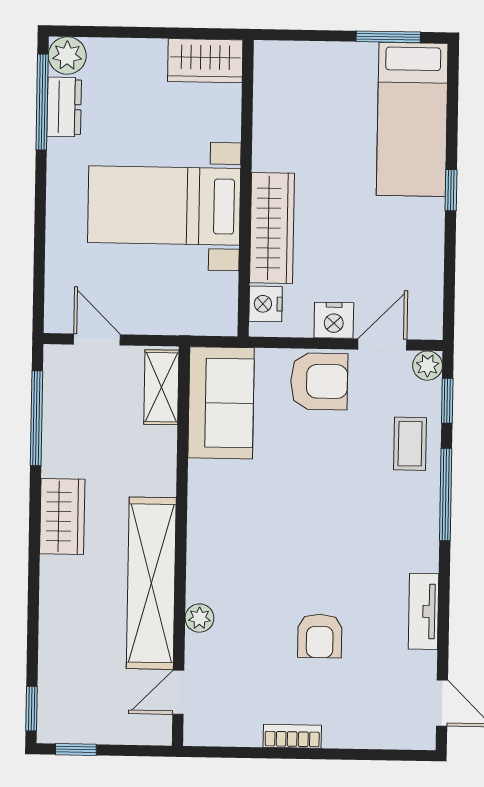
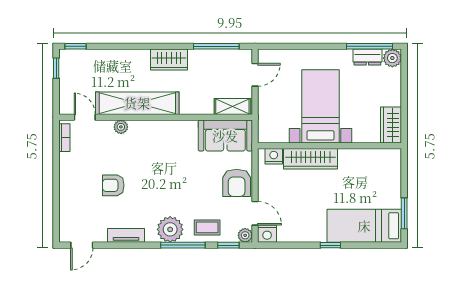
nightstand: (334, 320) -> (267, 234), moved, turned -90
plant: (413, 520) -> (170, 229), added
bookcase: (292, 736) -> (64, 138), moved

